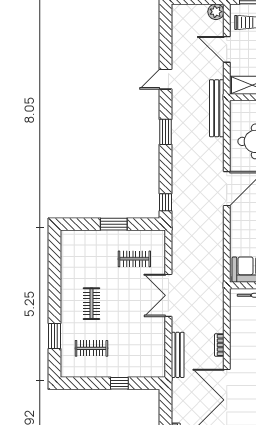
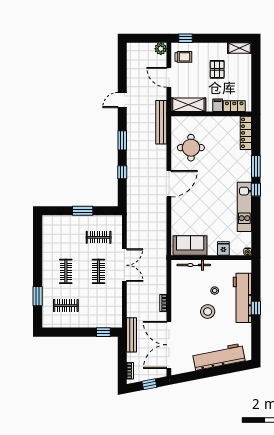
window: (165, 202) -> (122, 172), moved
double door: (168, 295) -> (124, 265), swing flipped
clothes rail: (134, 304) -> (99, 271), added
bench: (178, 355) -> (132, 335), moved
window: (119, 383) -> (103, 332), moved

